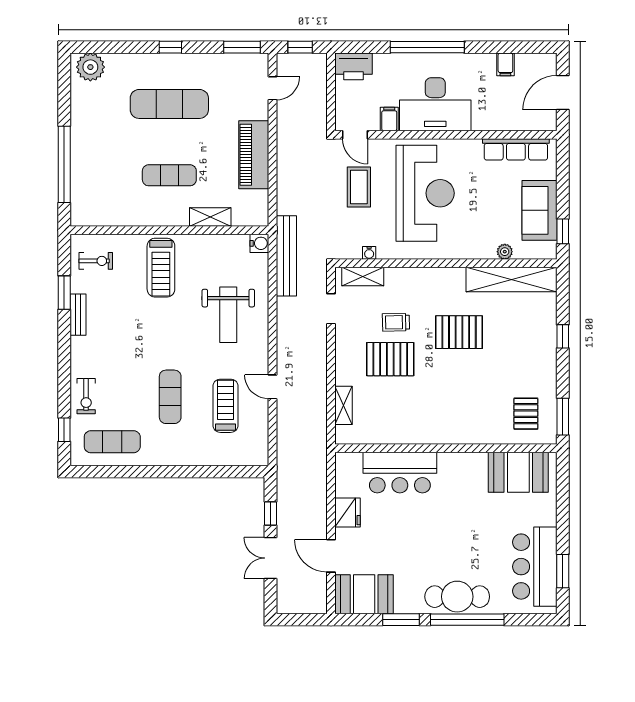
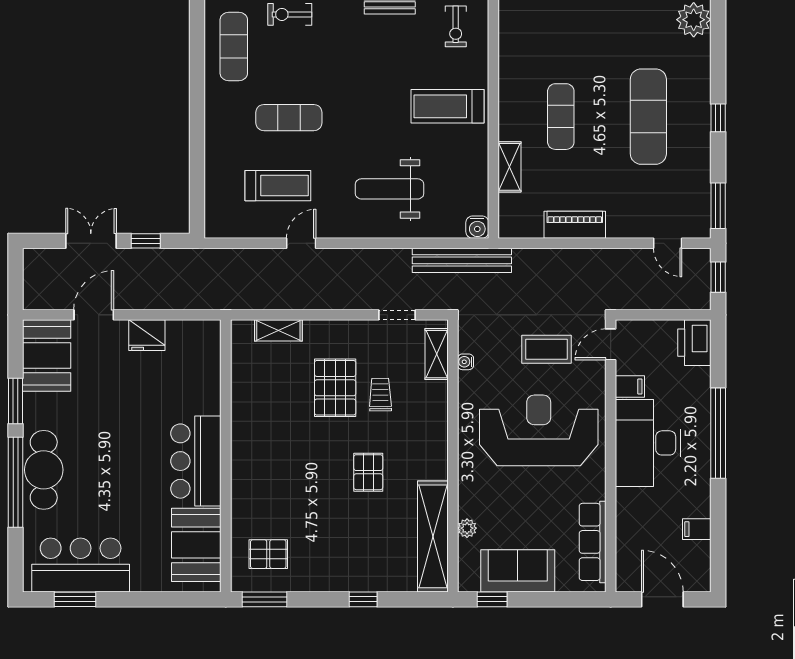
piano: (254, 155) -> (575, 225), width x0.73, depth x0.75
reception desk: (425, 193) -> (539, 430), turned 180
pallet: (459, 332) -> (368, 472), width x0.67, depth x0.71
bar counter: (400, 473) -> (196, 461), moved

